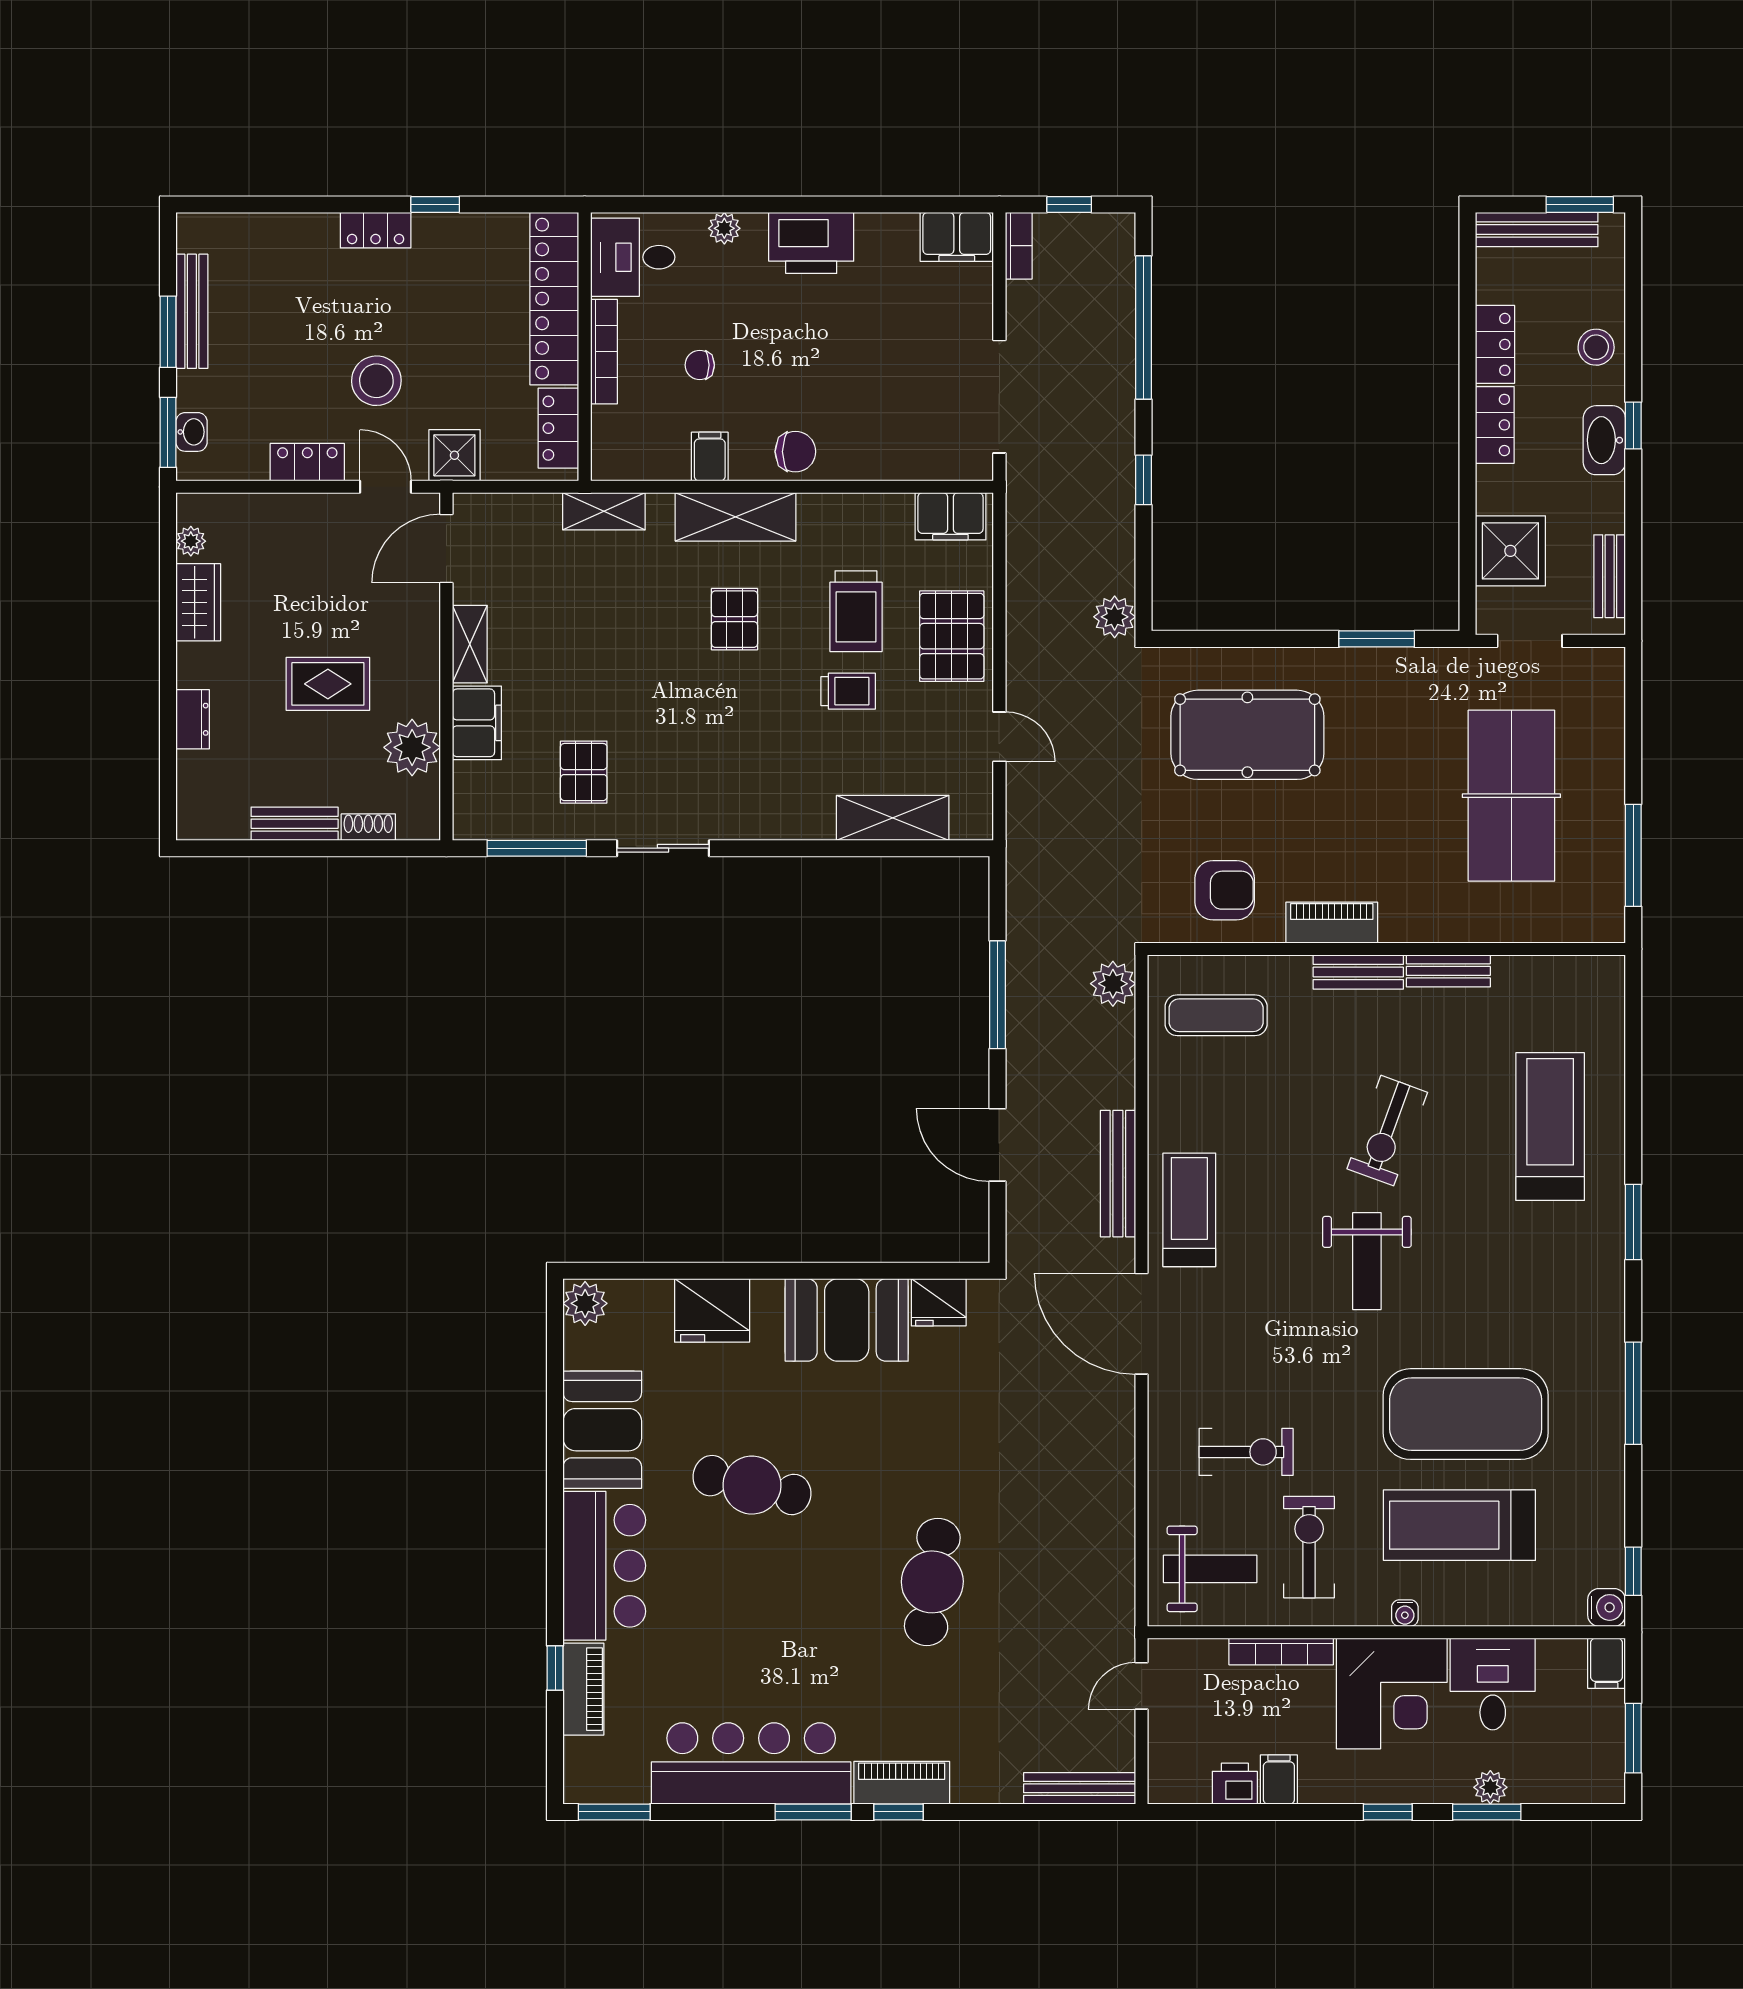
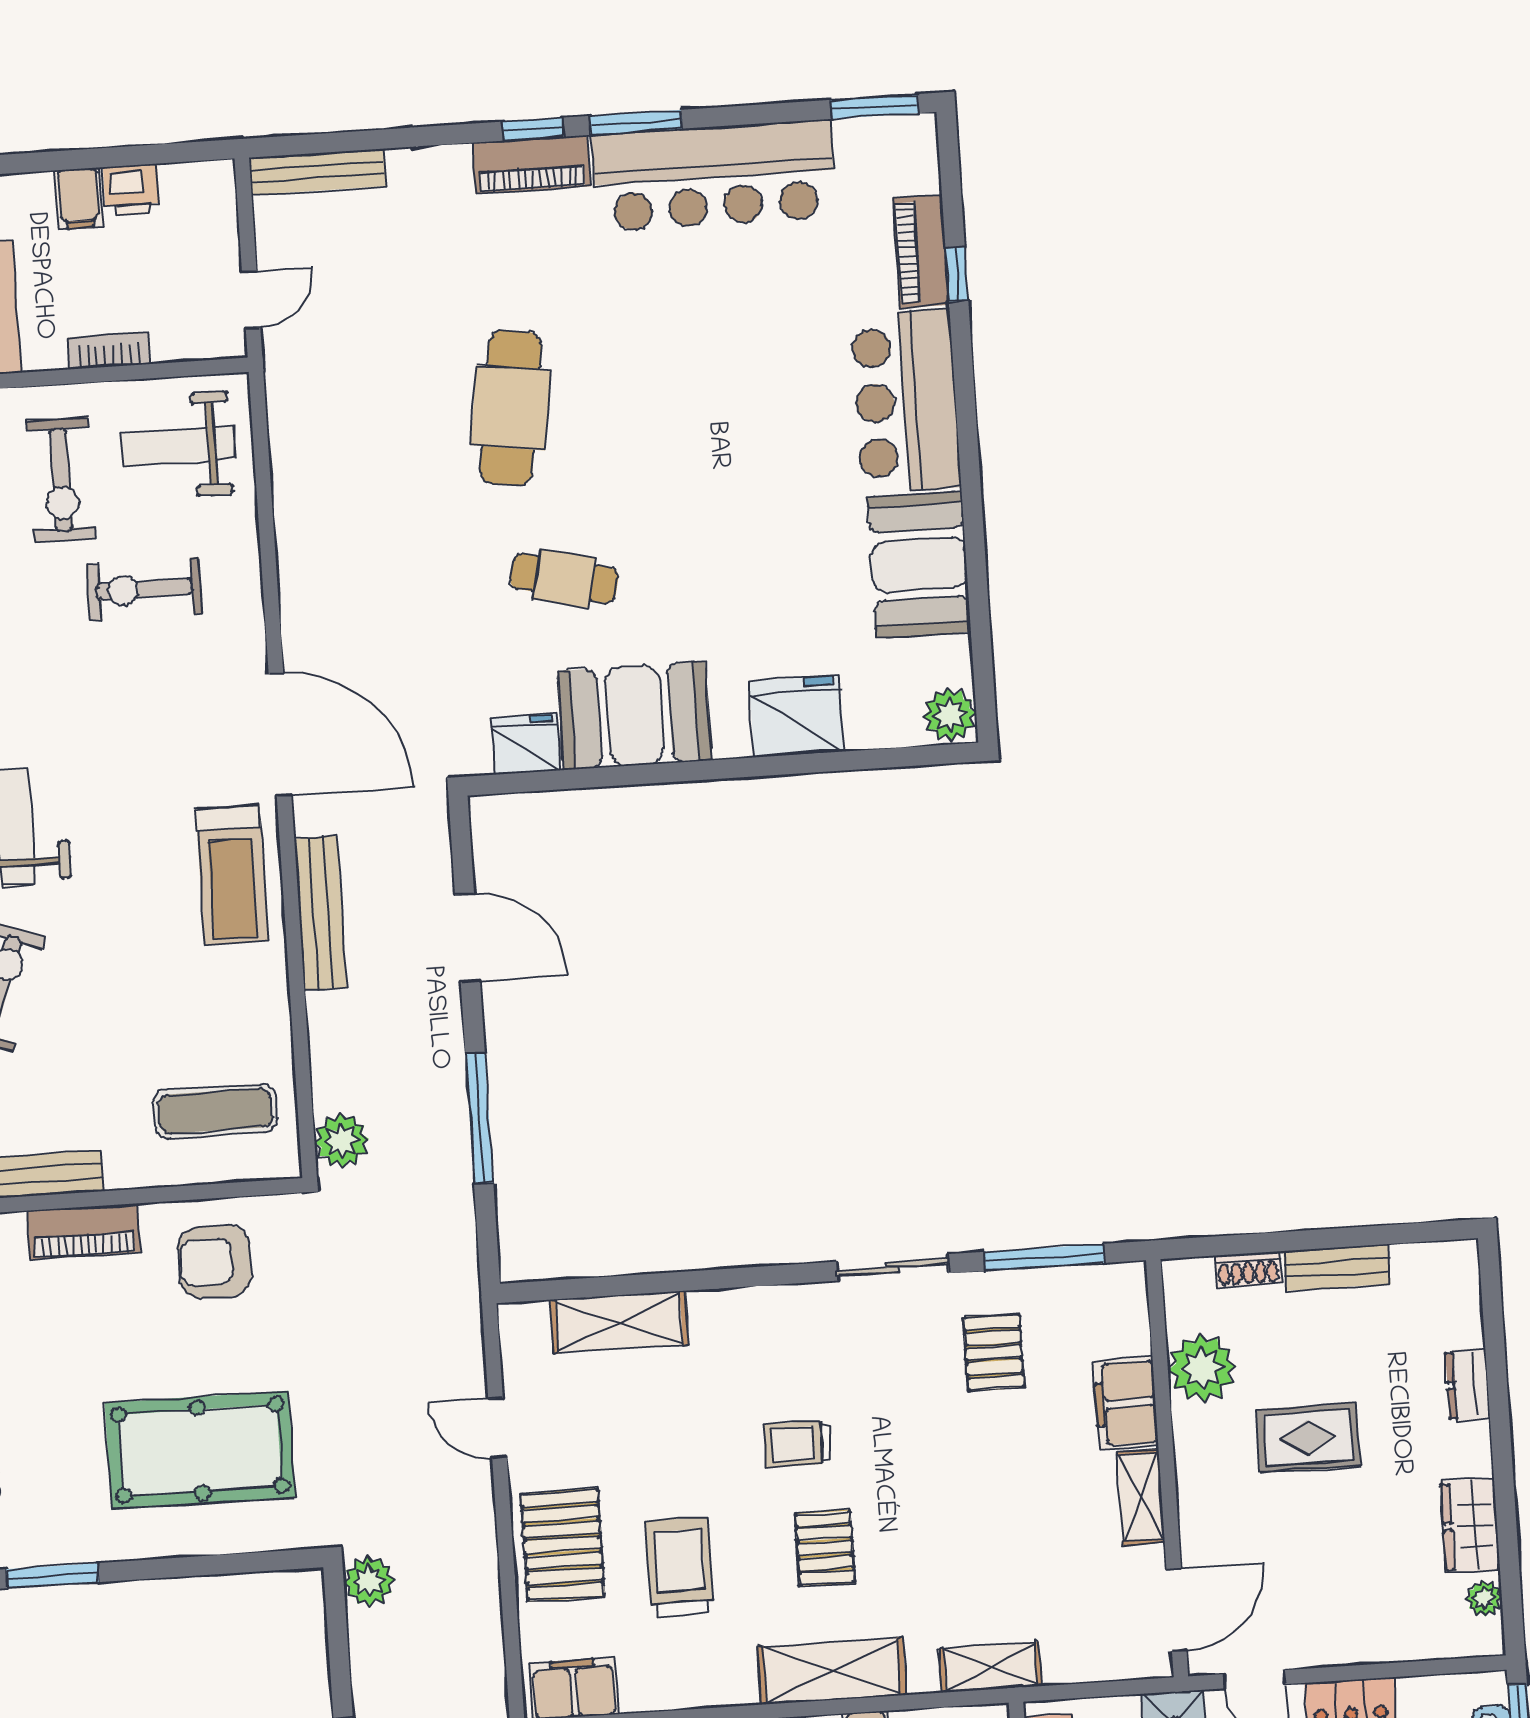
trolley: (848, 691) -> (797, 1444), moved
cafe table: (752, 1485) -> (564, 578), moved, width x0.73, depth x0.74
bookcase: (1281, 1652) -> (109, 351), width x0.64

